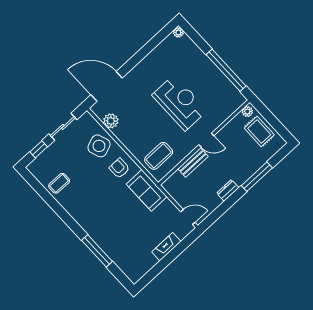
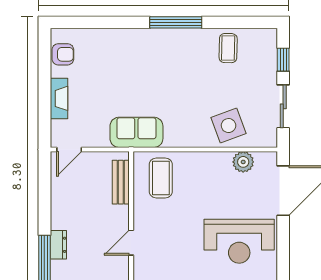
reception desk: (180, 103) -> (239, 241), moved
bench: (193, 163) -> (121, 182), moved
armchair: (119, 168) -> (63, 54), moved
dresser: (228, 190) -> (58, 245), moved
window: (97, 251) -> (176, 22), moved

